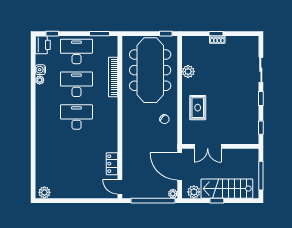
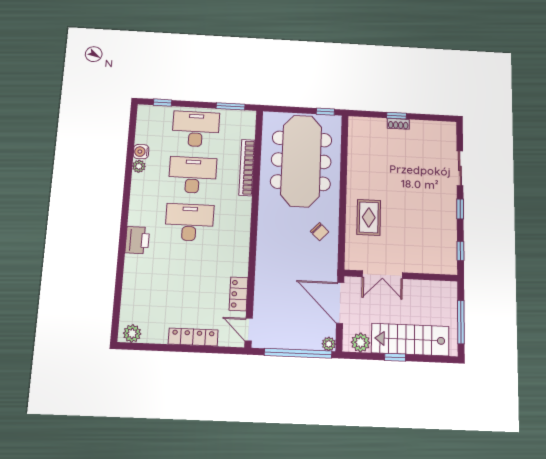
printer: (43, 45) -> (137, 240), moved
plant: (188, 72) -> (356, 166), removed
locker: (84, 193) -> (193, 337), added

